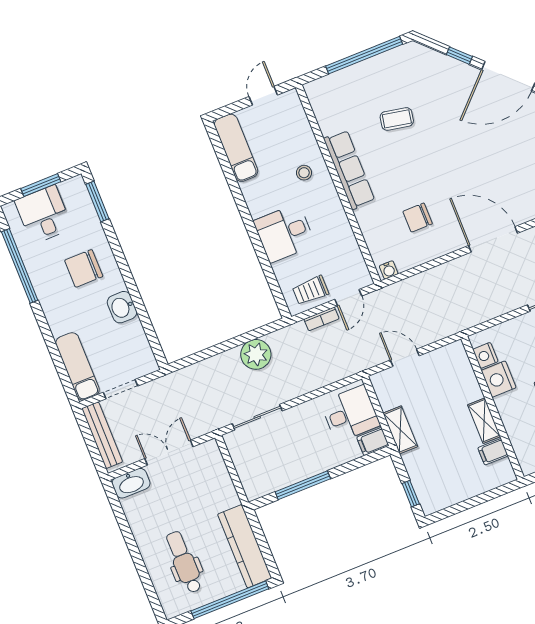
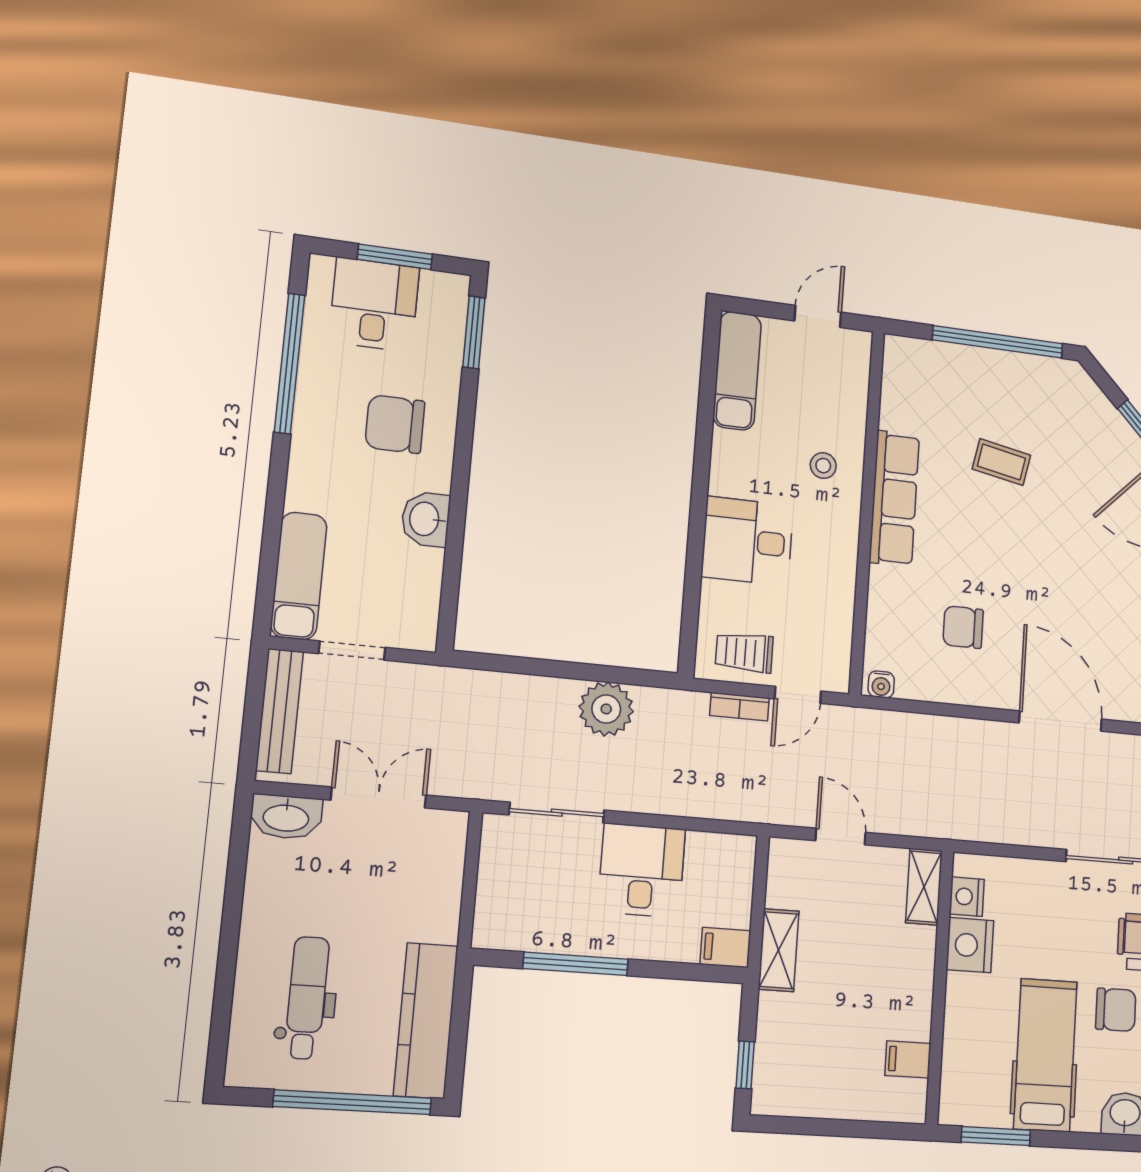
desk: (350, 414) -> (642, 870), moved, turned -90
shelving: (484, 421) -> (924, 887), moved

